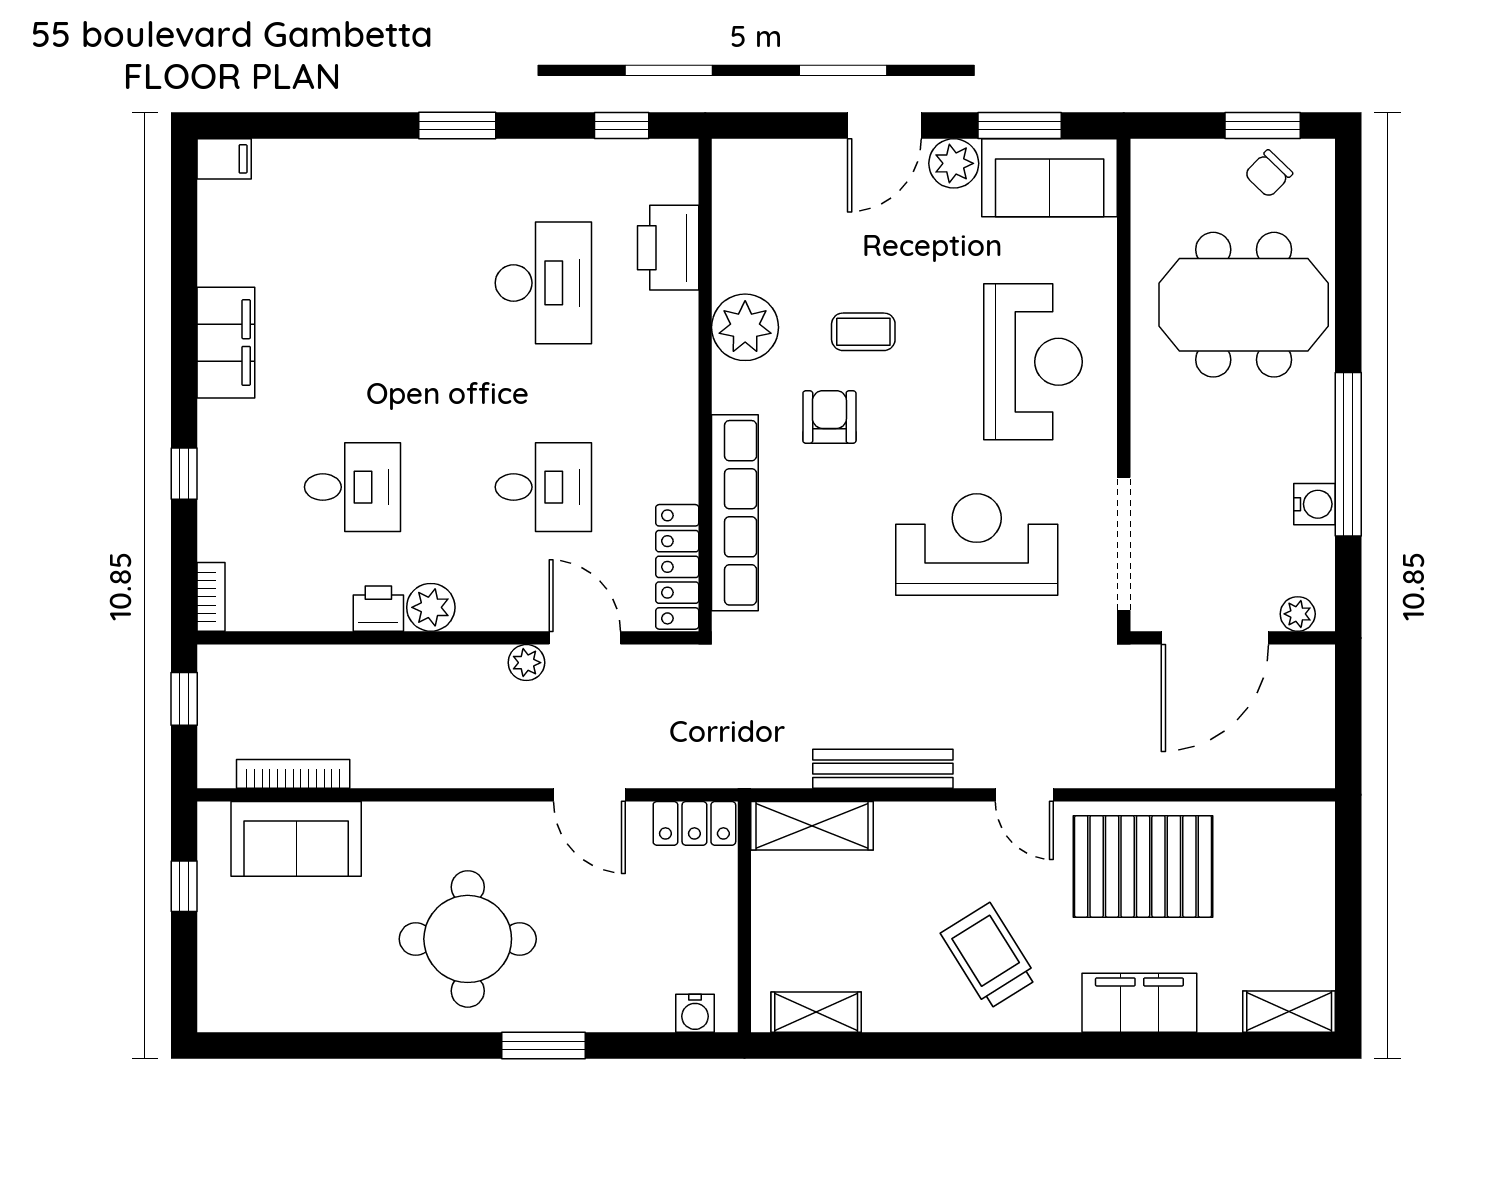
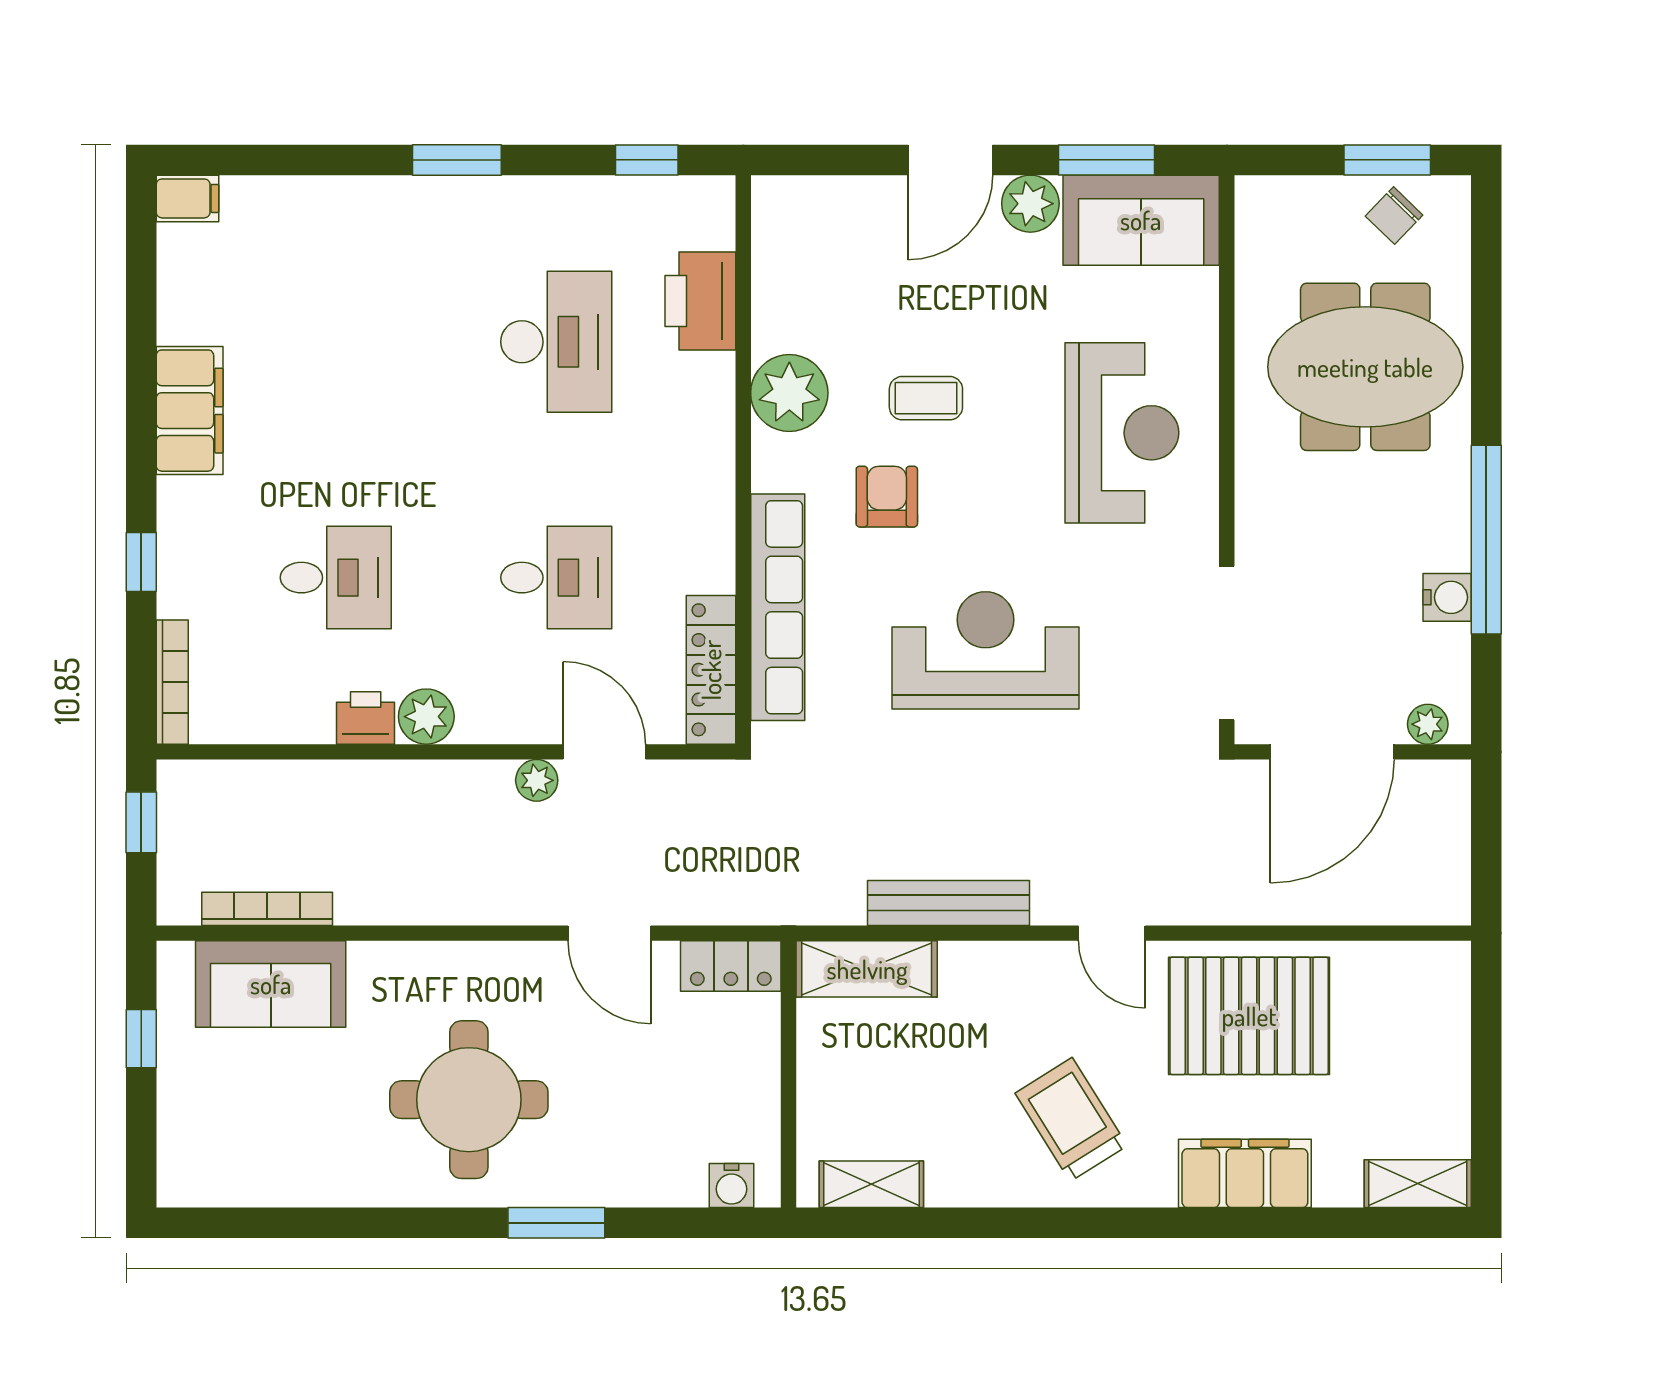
reception desk: (977, 544) -> (985, 650), moved
bookcase: (211, 597) -> (172, 682), width x1.56

